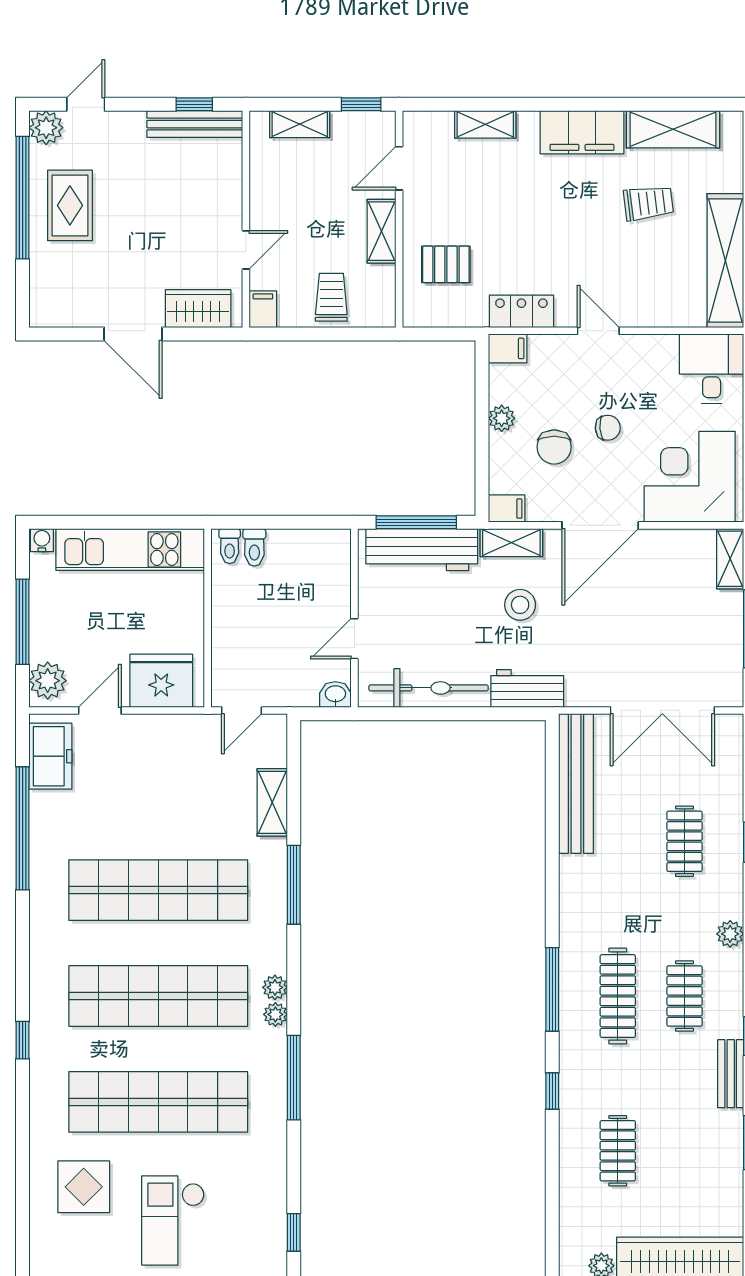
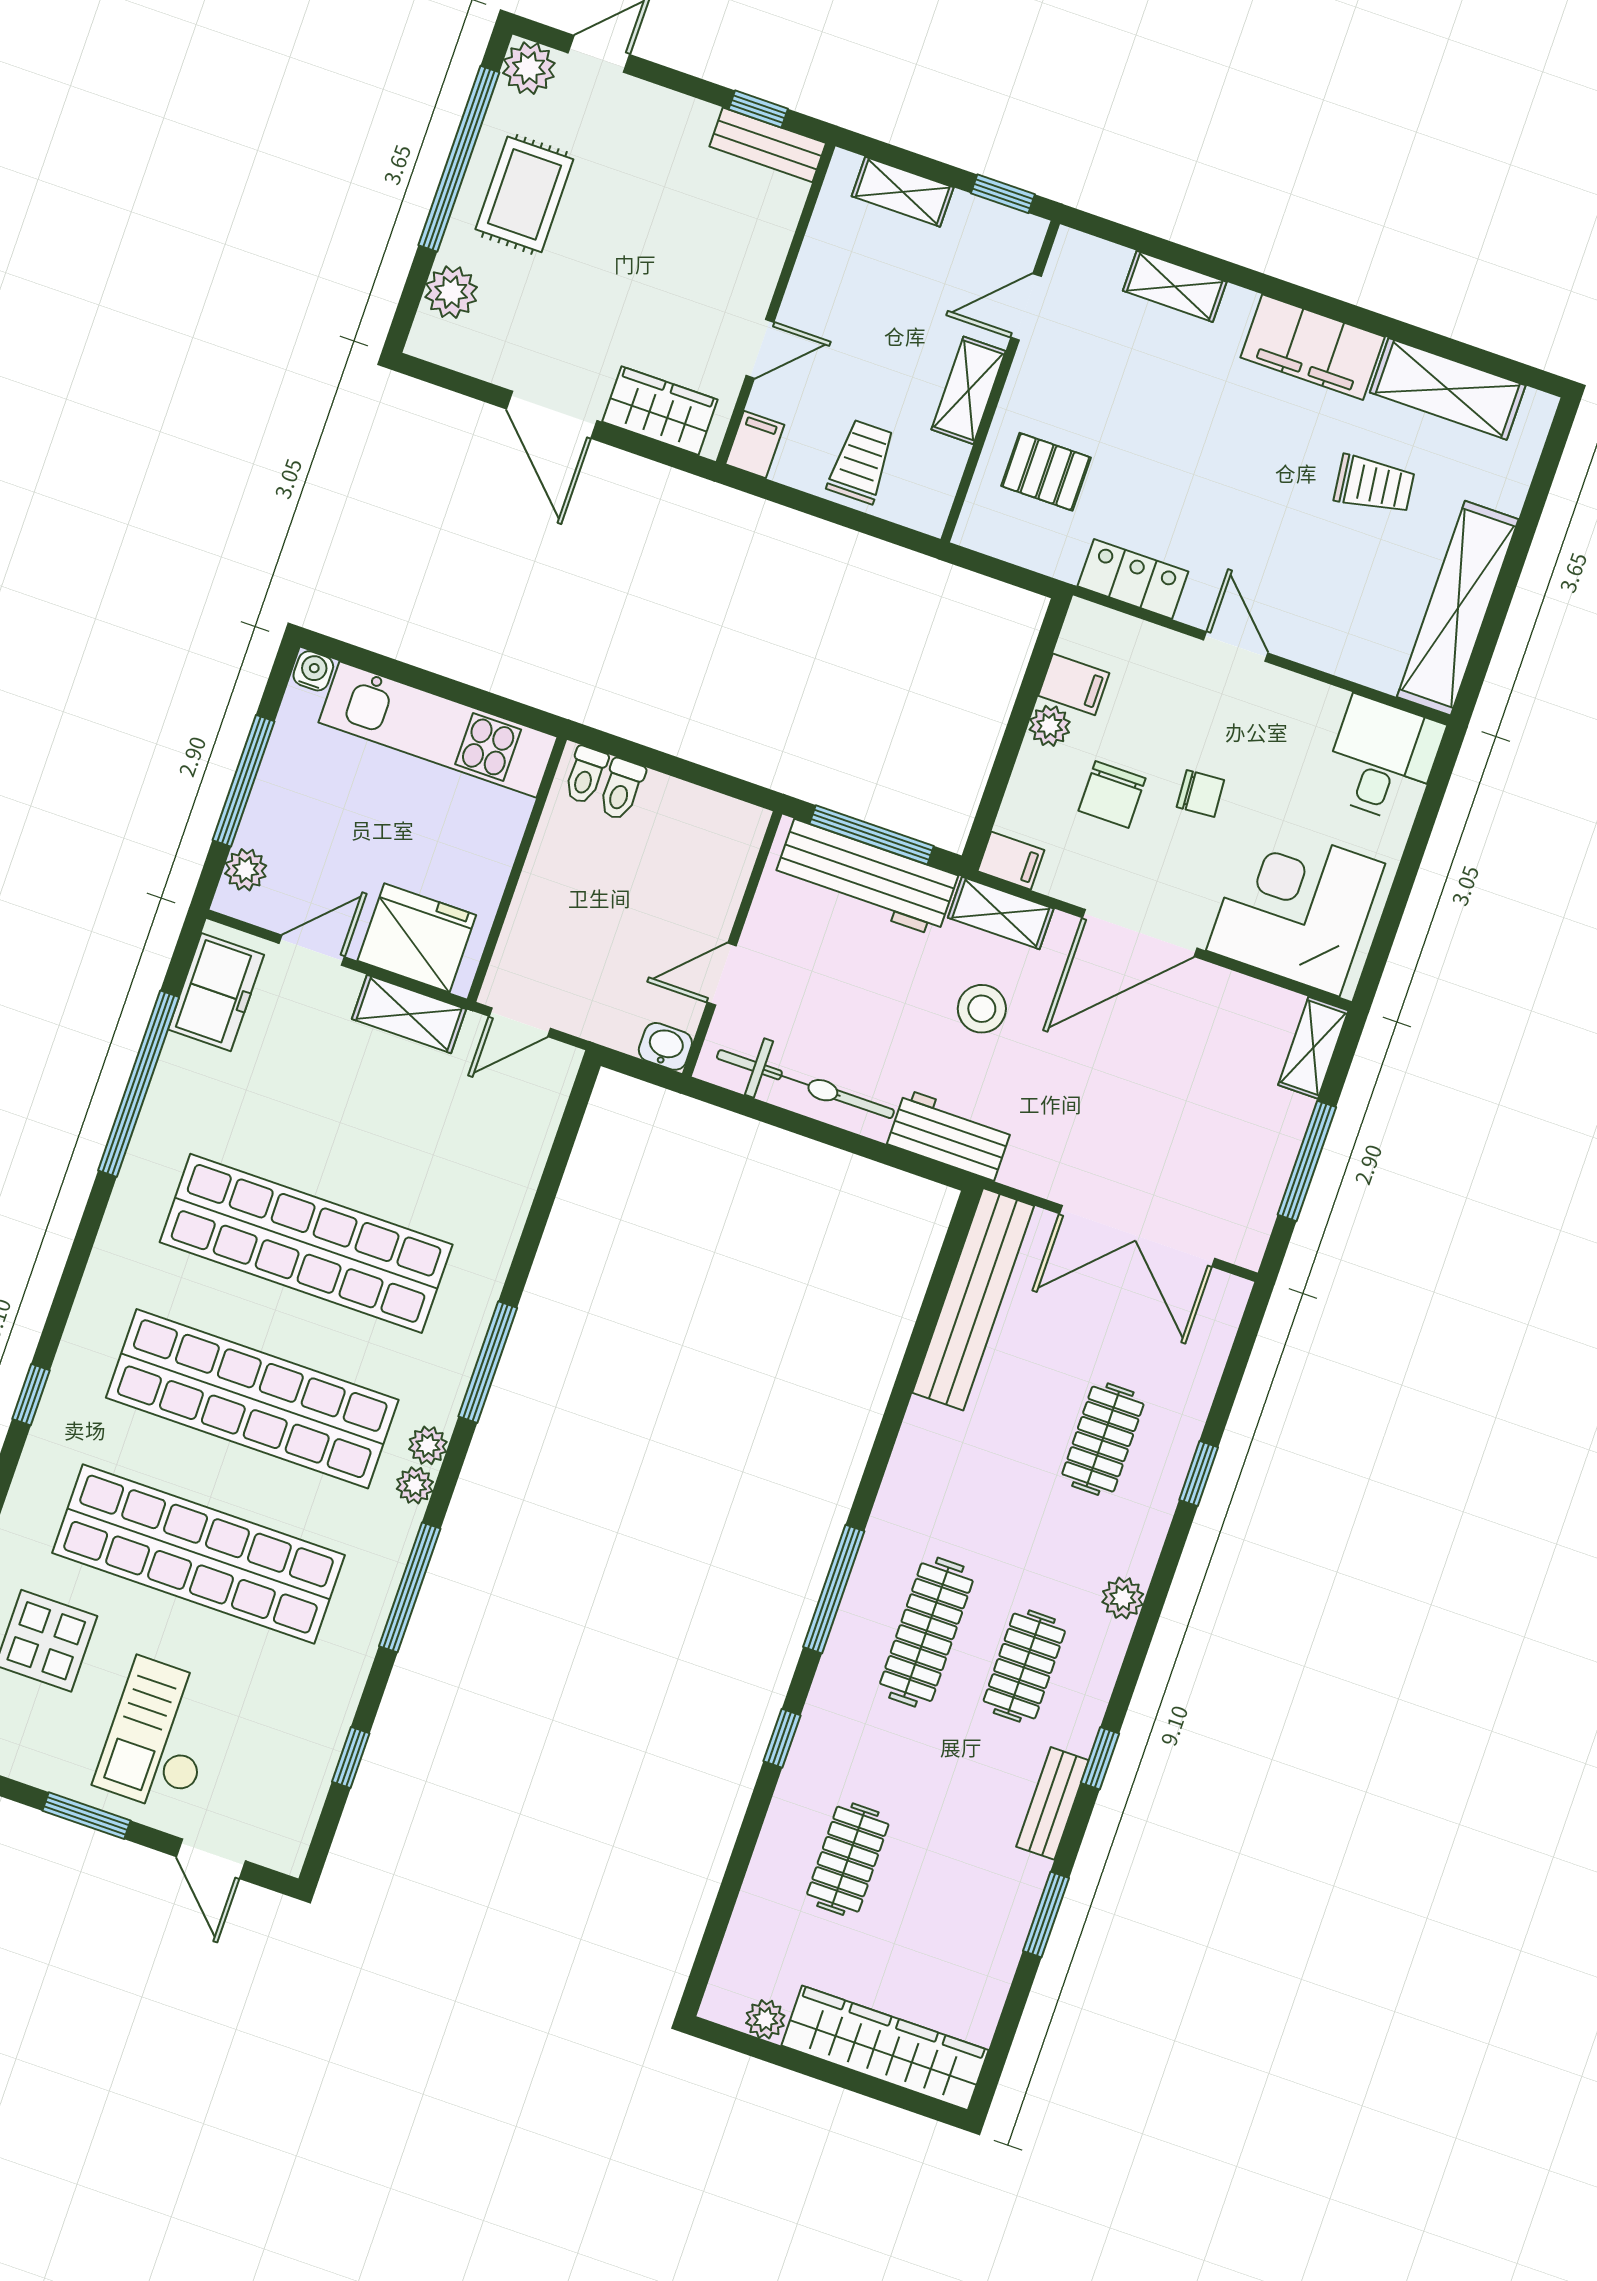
bench: (195, 124) -> (768, 145), width x0.73
plant: (46, 280) -> (451, 292), added
filing cabinet: (508, 348) -> (1074, 684), moved
plant: (48, 681) -> (246, 870), width x0.73, depth x0.73
shelving: (272, 802) -> (409, 1014), moved, turned 90
window: (294, 885) -> (488, 1362), moved
window: (294, 1232) -> (351, 1758), moved

